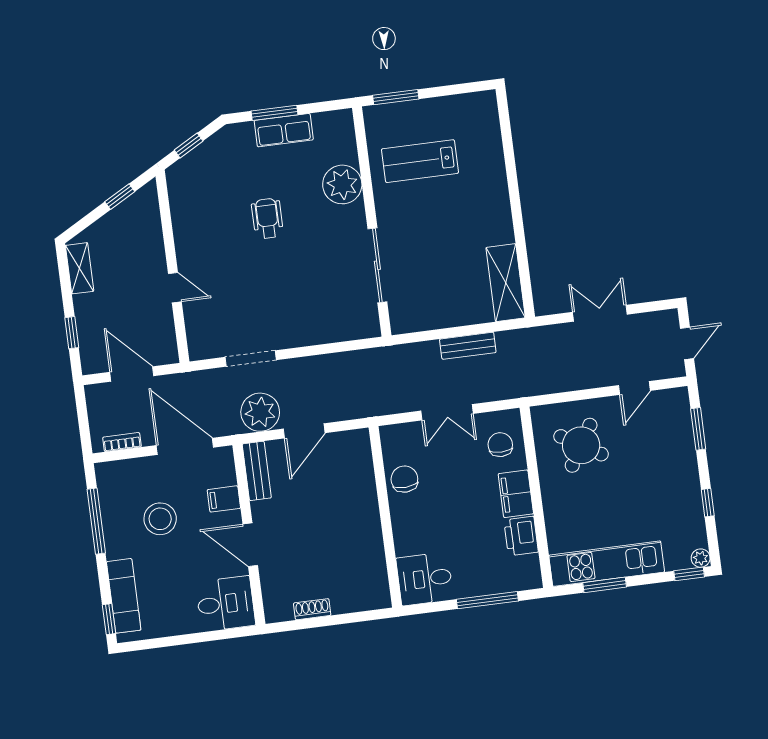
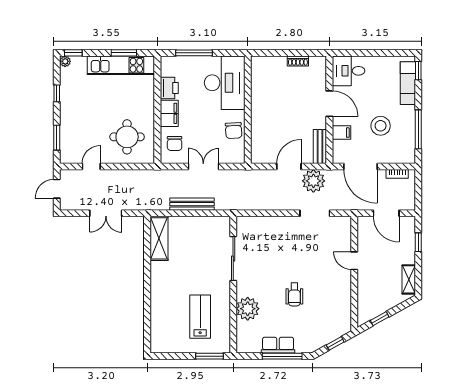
window: (274, 113) -> (282, 356), width x1.44
lab bench: (420, 161) -> (200, 317), turned -90
bench: (468, 346) -> (192, 204), width x1.36
round table: (581, 445) -> (127, 137), turned -31
desk: (425, 579) -> (225, 83), width x1.87, depth x1.30

